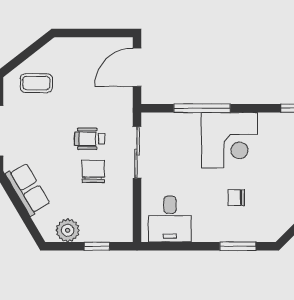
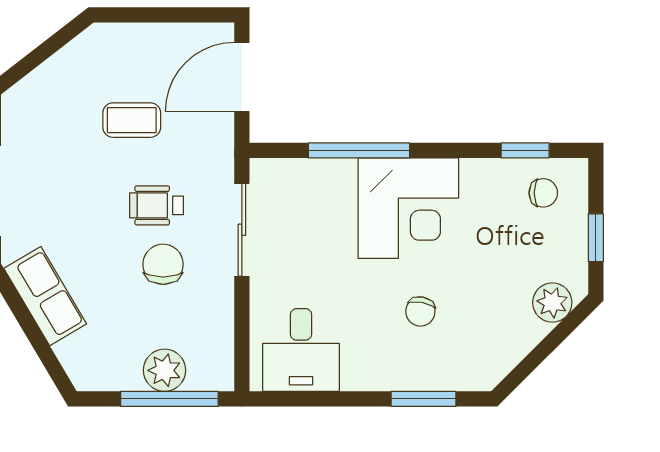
coffee table: (36, 83) -> (132, 120), moved
chair: (236, 198) -> (420, 311), turned -79
plant: (68, 230) -> (165, 370), moved
window: (97, 246) -> (169, 399), width x2.17

